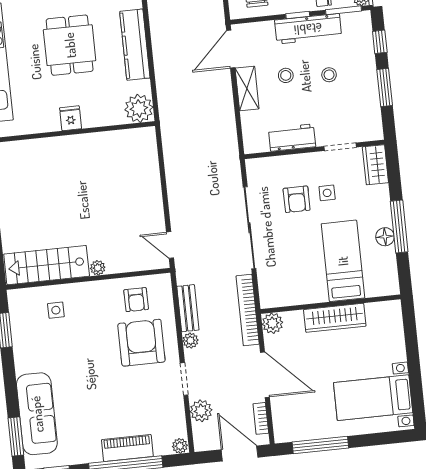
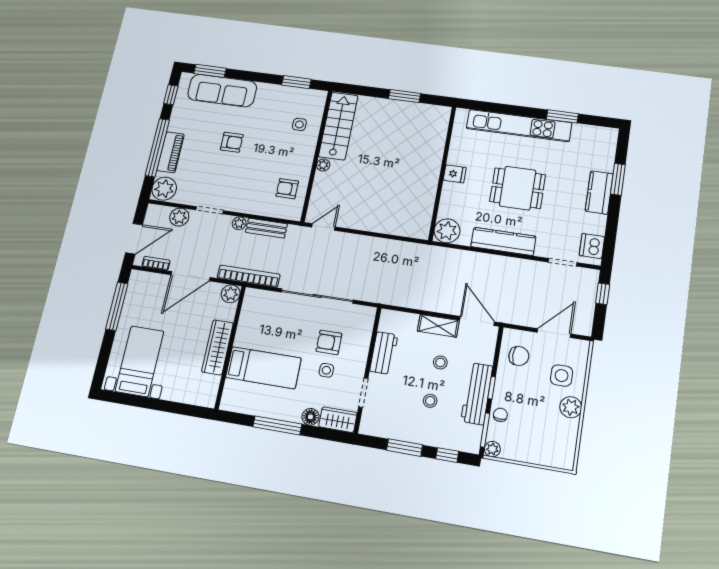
floor lamp: (385, 237) -> (310, 417), moved
armchair: (141, 343) -> (232, 142), moved, width x0.53, depth x0.53
plant: (180, 446) -> (164, 189), width x1.87, depth x1.87

